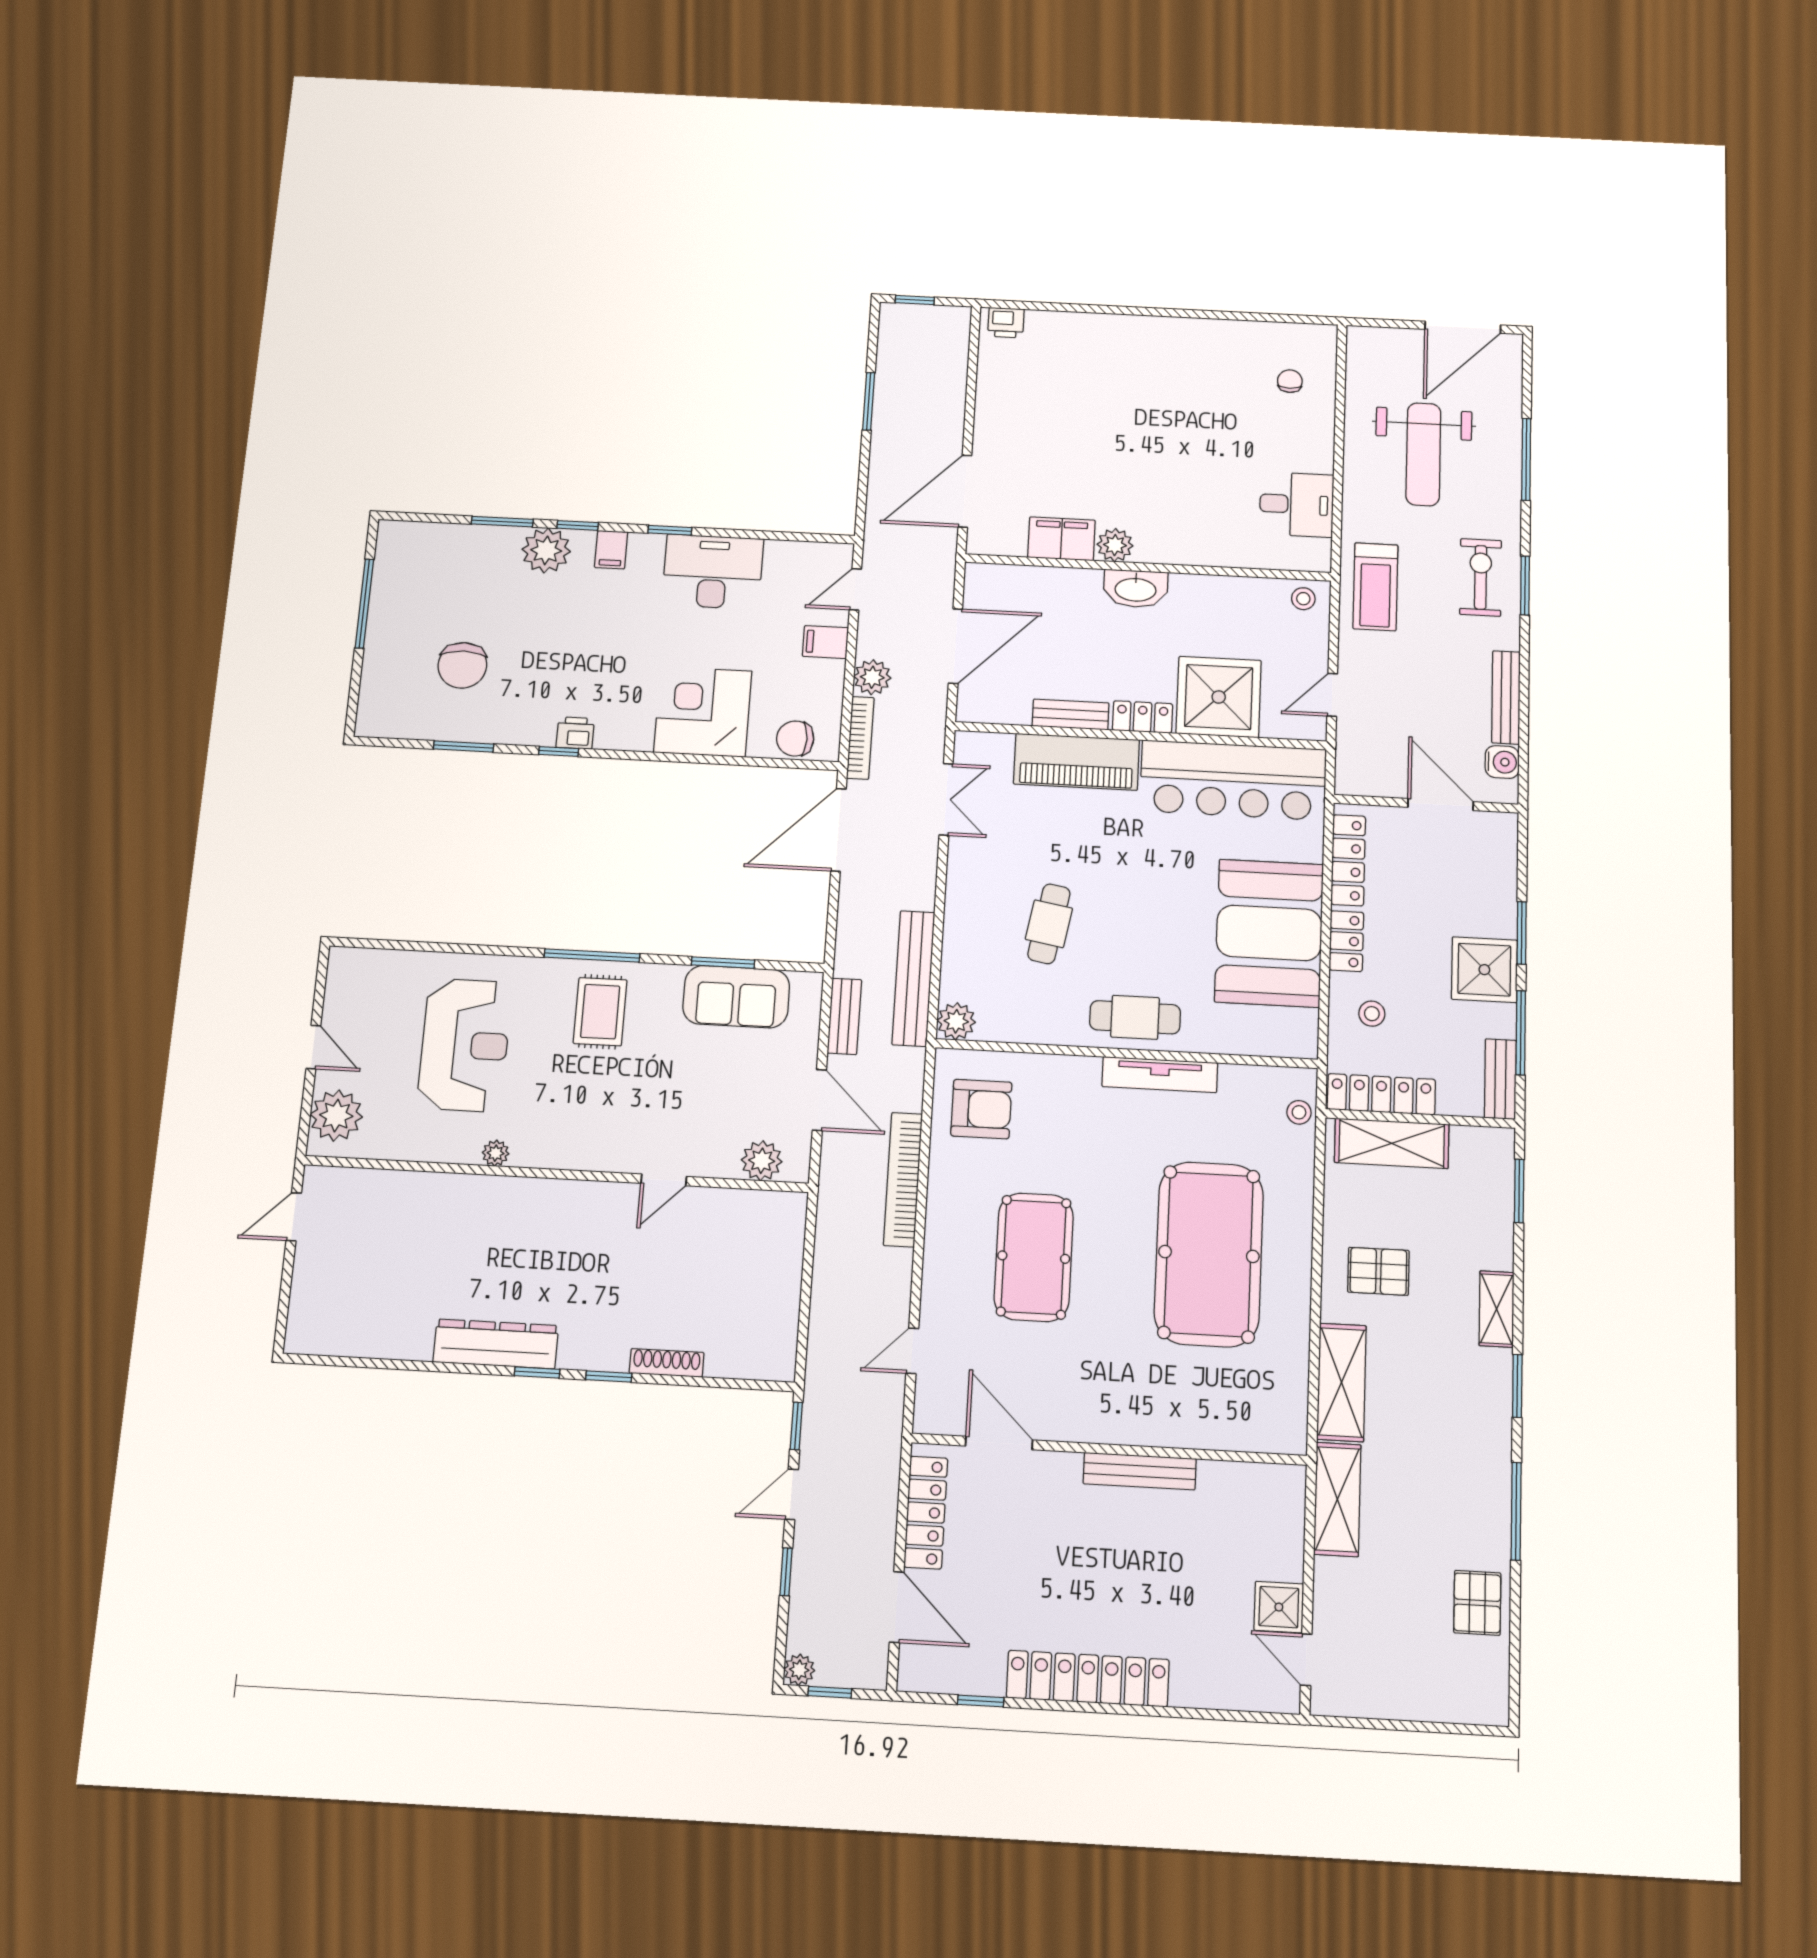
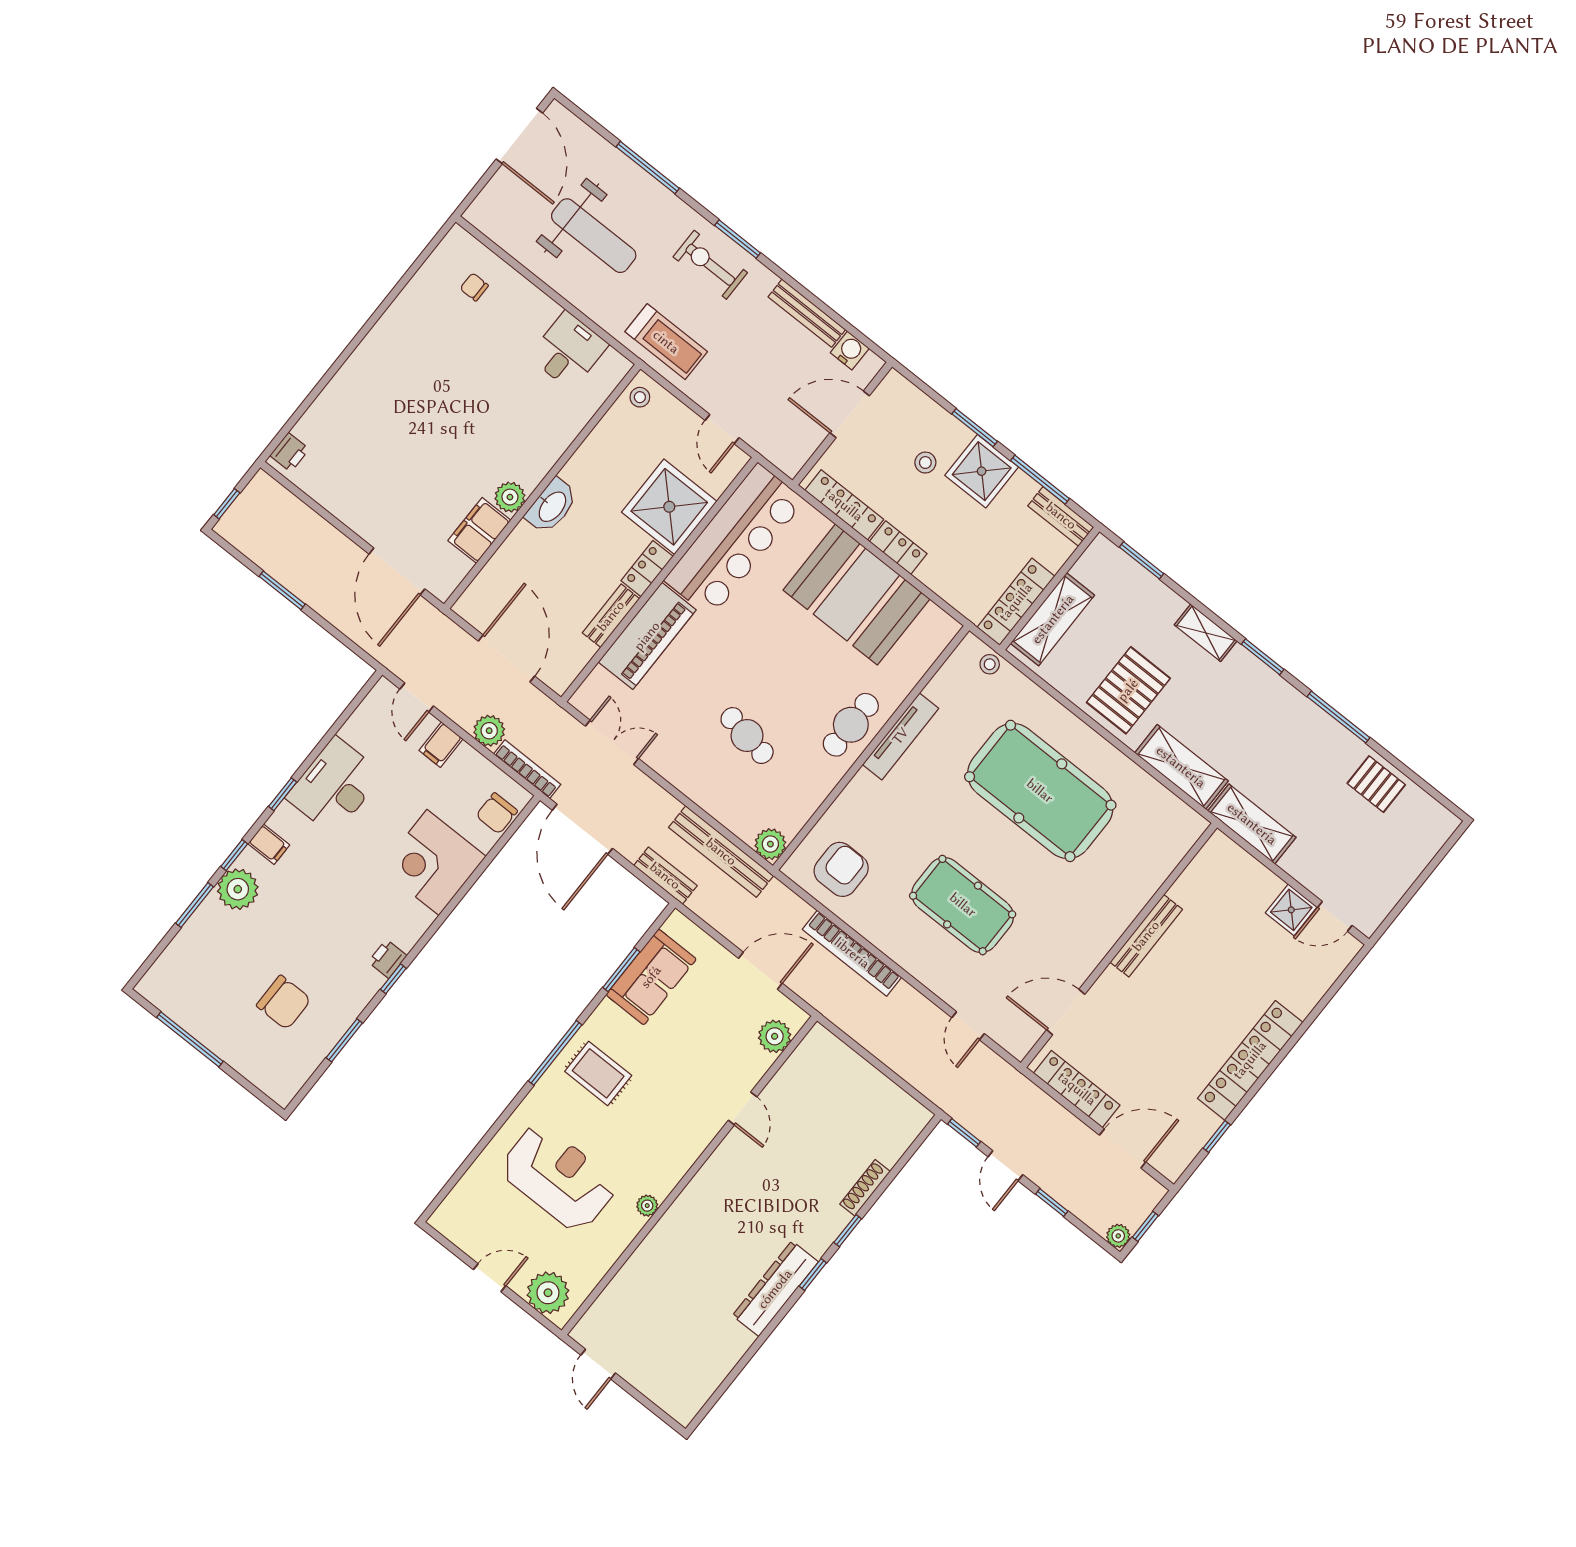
stool: (1372, 1014) -> (925, 463), moved
bench: (844, 1016) -> (665, 876), moved
pallet: (1378, 1271) -> (1128, 690), width x1.50, depth x1.42

